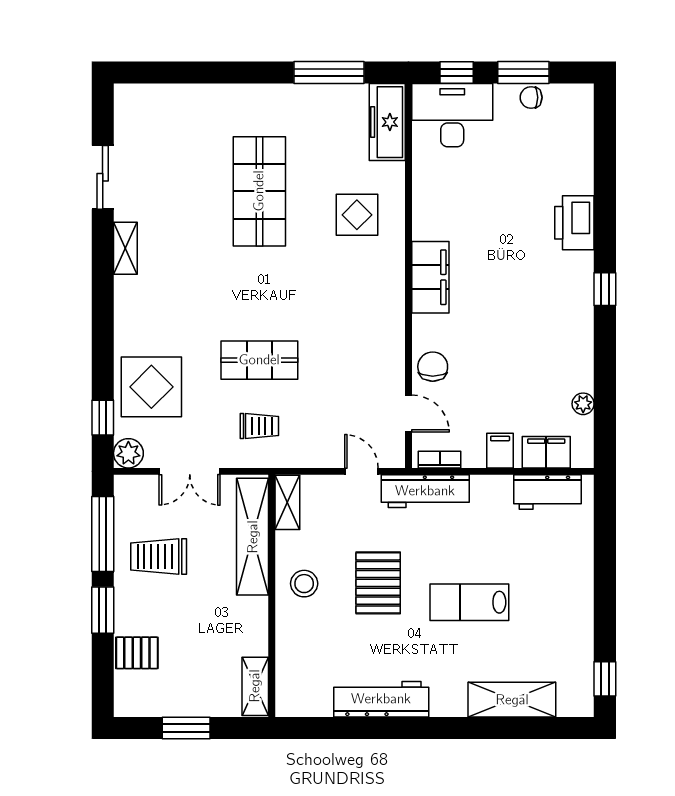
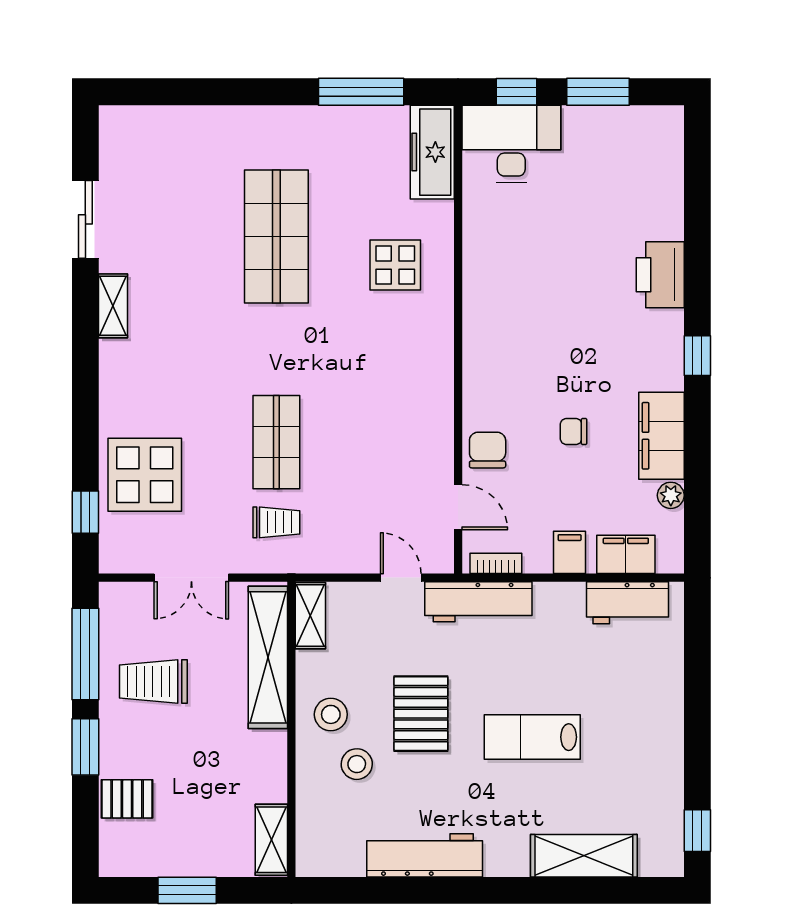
chair: (531, 97) -> (573, 431), moved
filing cabinet: (430, 277) -> (661, 436), moved, turned 180
shop shelf: (259, 360) -> (276, 442), turned 90
plant: (128, 453) -> (117, 556), removed
stool: (325, 624) -> (357, 764), added

